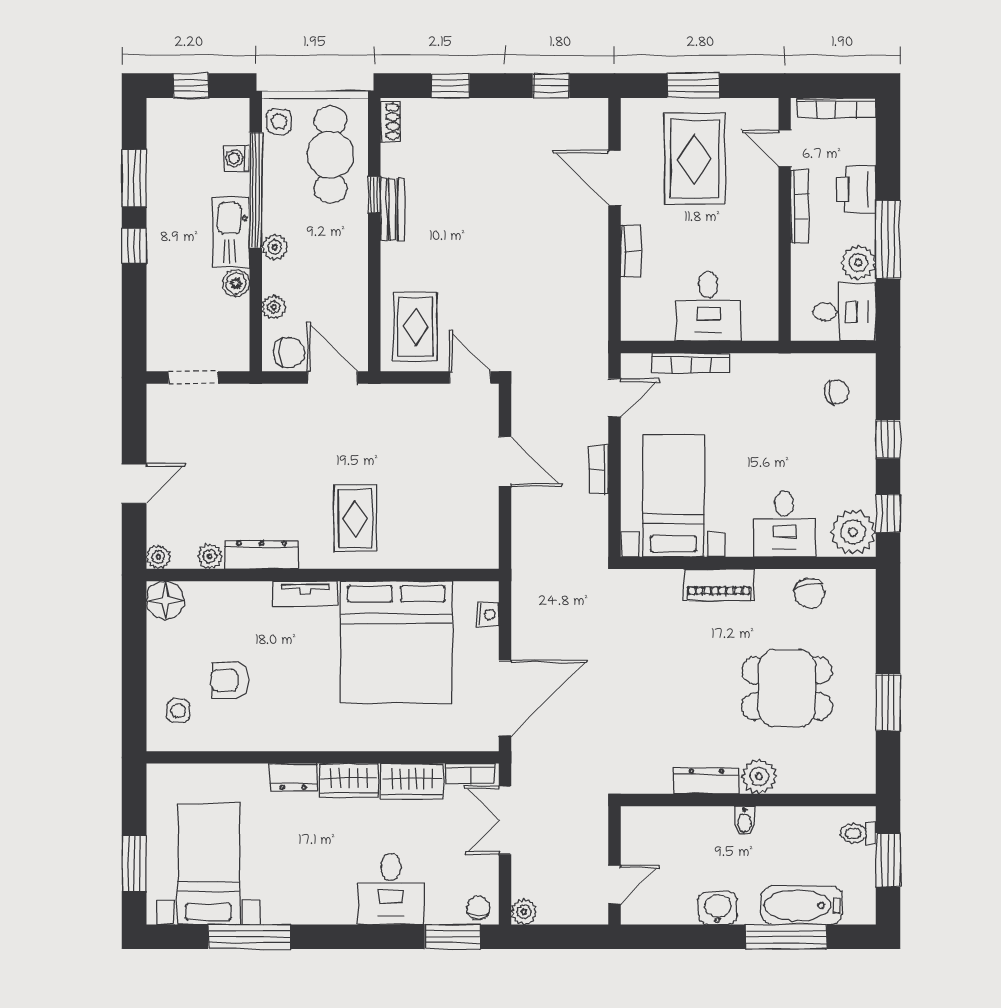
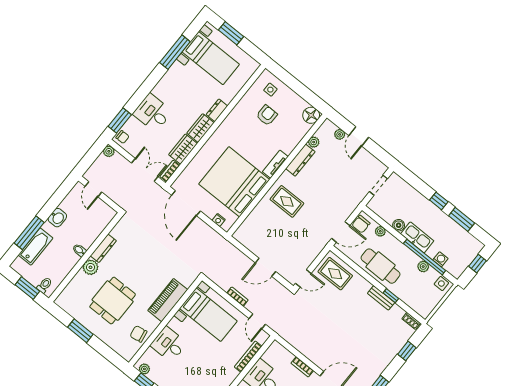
cafe table: (330, 155) -> (381, 266), moved
plant: (275, 247) -> (423, 267), moved
plant: (853, 532) -> (144, 369), width x0.53, depth x0.53
plant: (158, 557) -> (340, 134), moved
piano: (719, 585) -> (168, 300), width x1.37, depth x1.33

